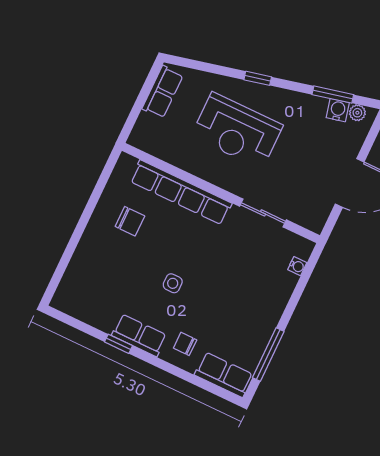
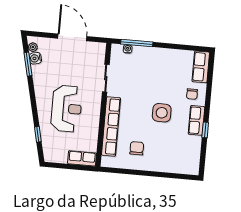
window: (258, 78) -> (38, 134), moved
row of seats: (163, 92) -> (82, 158), moved
side table: (173, 283) -> (162, 113), width x1.87, depth x1.87
window: (268, 355) -> (137, 43), moved

